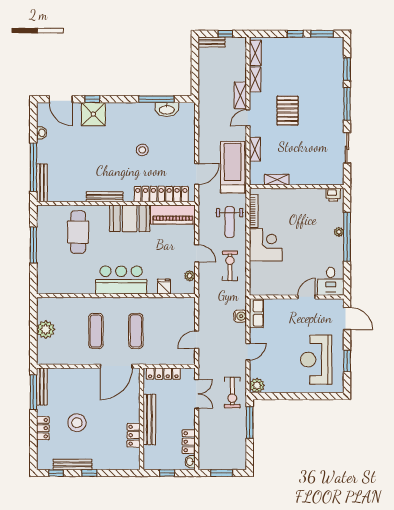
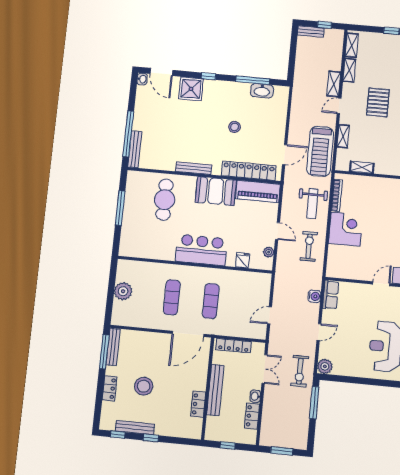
window: (92, 99) -> (209, 76), moved
washbasin: (42, 133) -> (142, 79), moved
treadmill: (233, 167) -> (320, 151), turned 180
washbasin: (190, 462) -> (255, 396), moved

